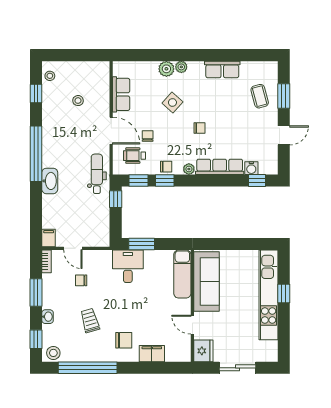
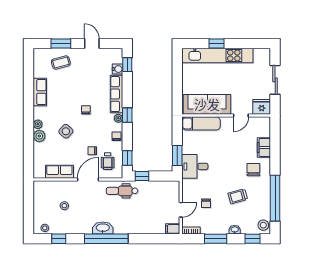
window: (165, 180) -> (127, 115), moved
washbasin: (50, 181) -> (103, 228), moved

